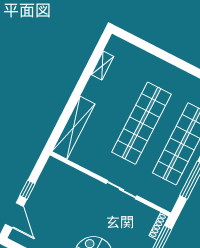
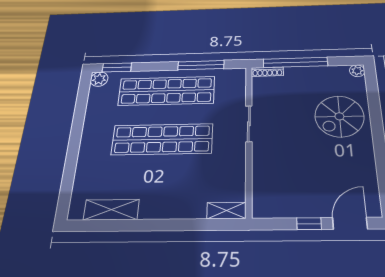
shelving: (102, 65) -> (111, 210), width x1.50, depth x1.33
shelving: (73, 128) -> (226, 211), width x0.45, depth x0.75

